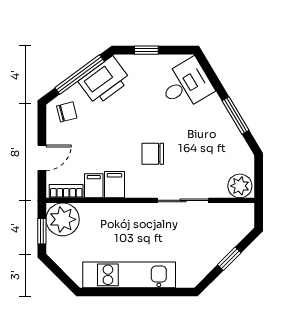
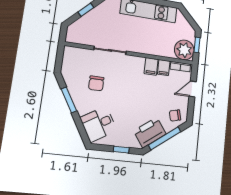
chair: (153, 154) -> (96, 83), moved, turned 90
plant: (240, 186) -> (73, 54), removed

